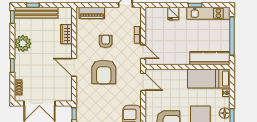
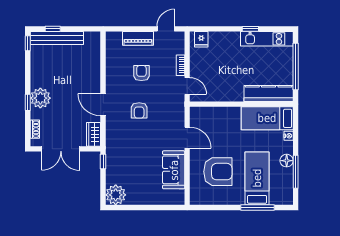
piano: (92, 13) -> (138, 38), moved
fridge: (173, 14) -> (201, 39), moved
wardrobe: (66, 34) -> (94, 134), moved
plant: (23, 43) -> (40, 98), moved
armchair: (104, 72) -> (139, 110), width x0.53, depth x0.53
door: (143, 82) -> (187, 138), moved

